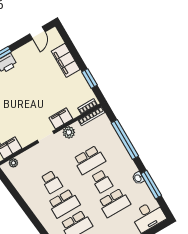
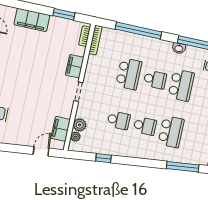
plant: (69, 132) -> (80, 125), moved
window: (16, 195) -> (103, 158), added
school desk: (64, 203) -> (145, 126), width x0.54

